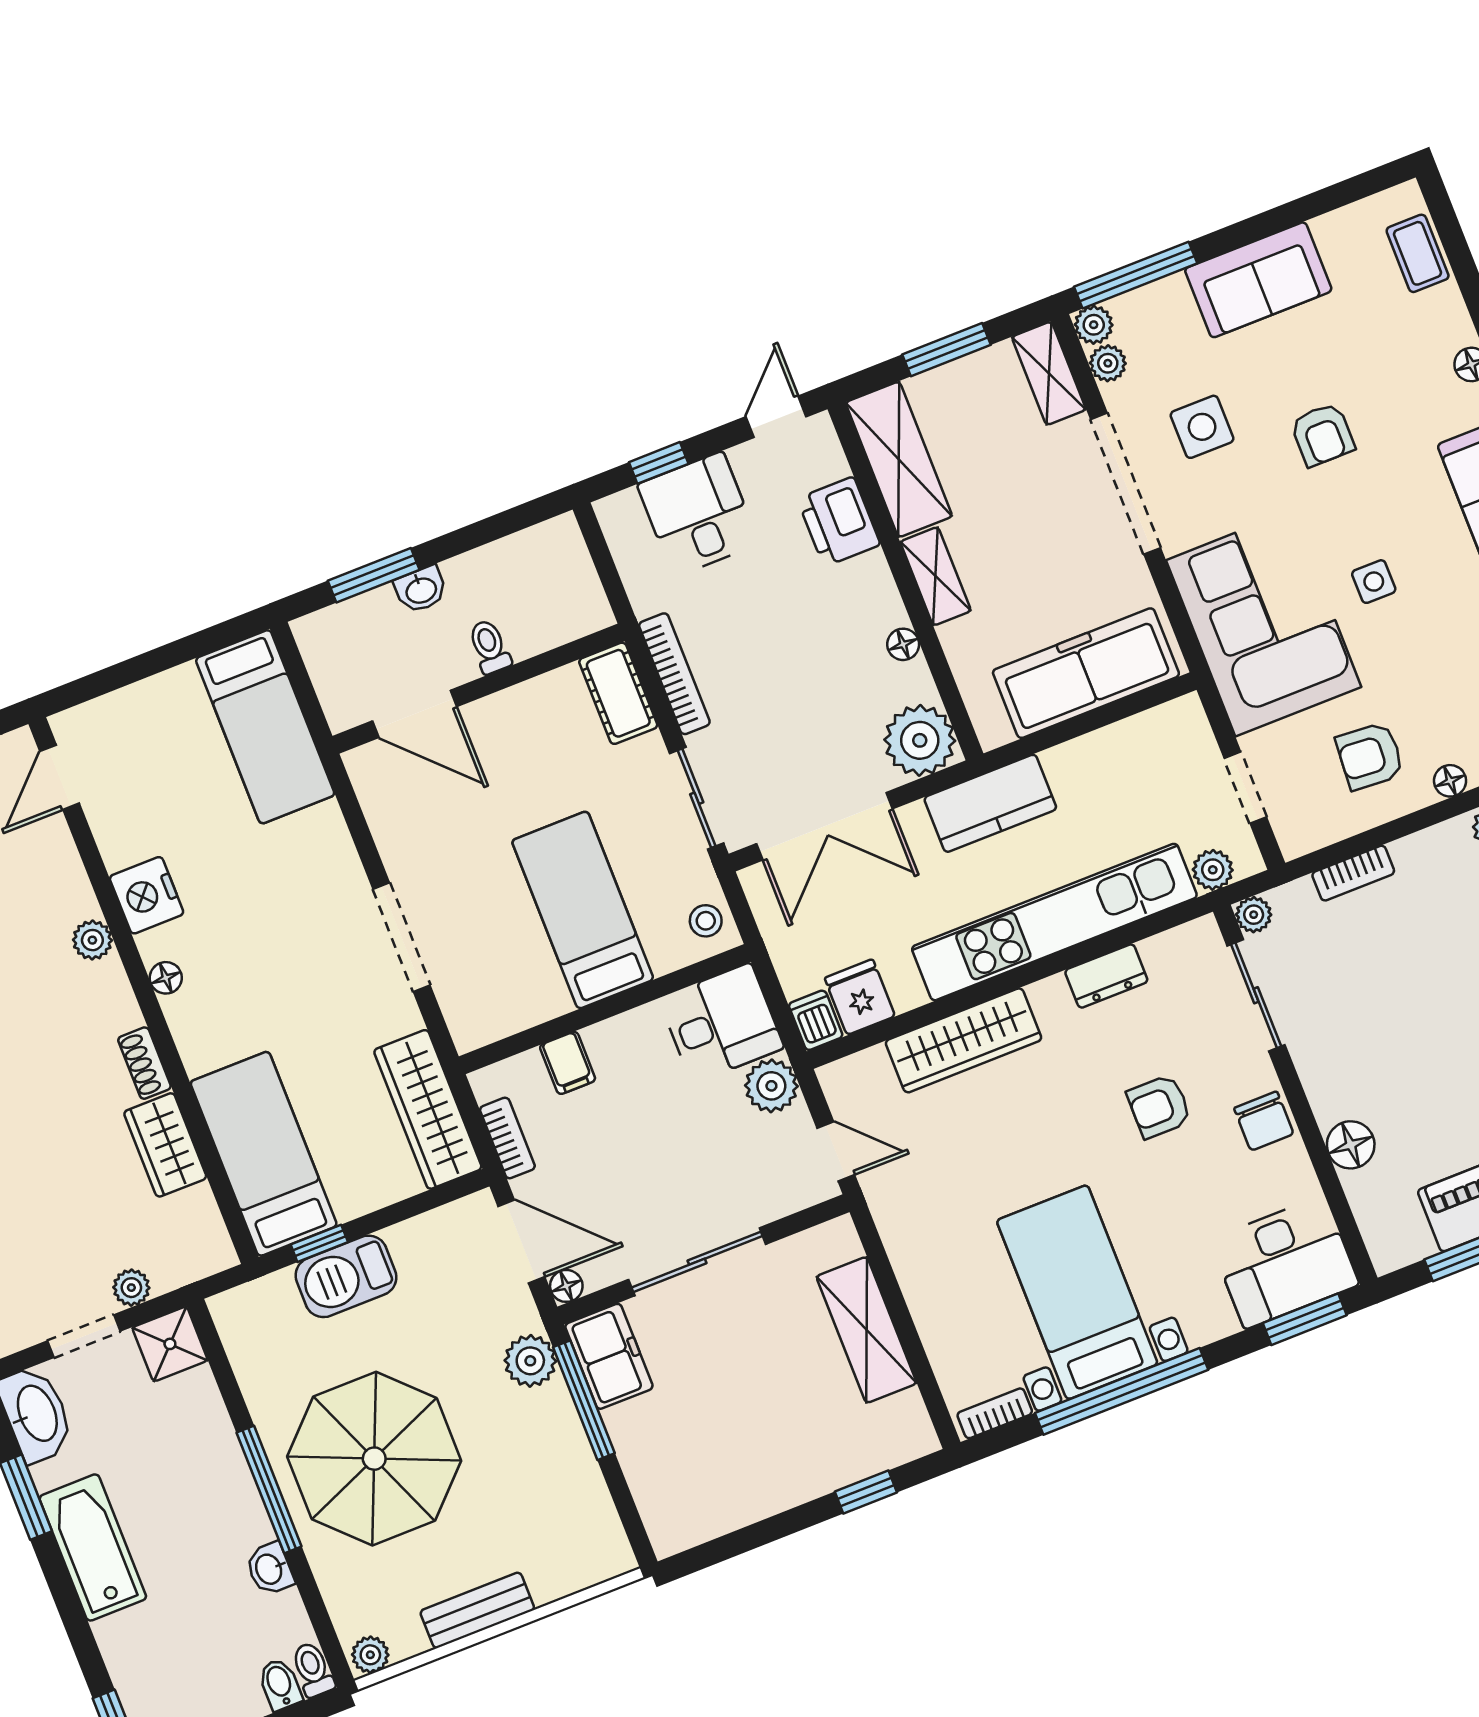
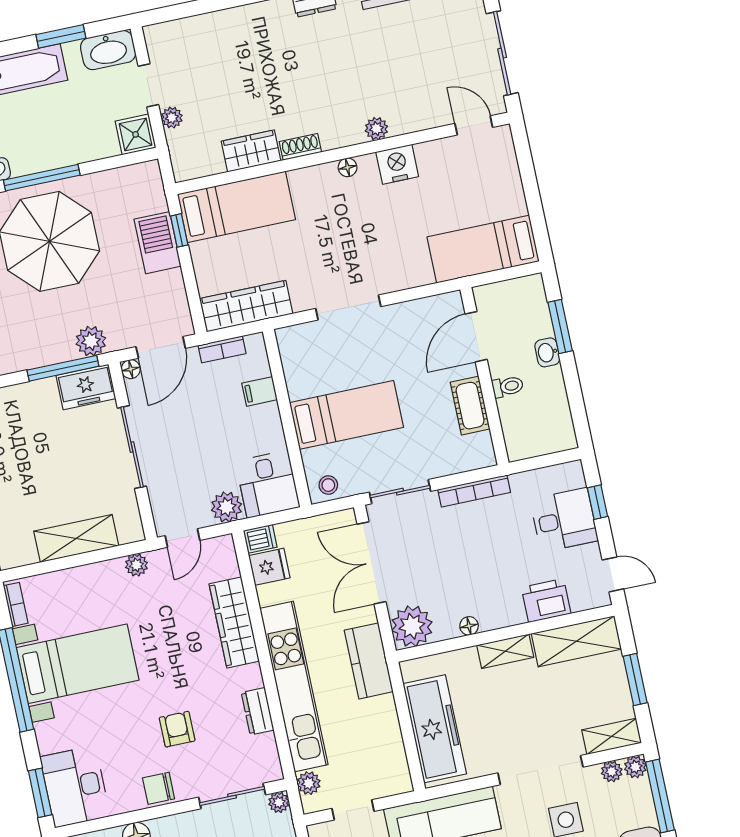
cot: (618, 693) -> (470, 406), moved, turned 90
plant: (894, 1221) -> (136, 565), added

